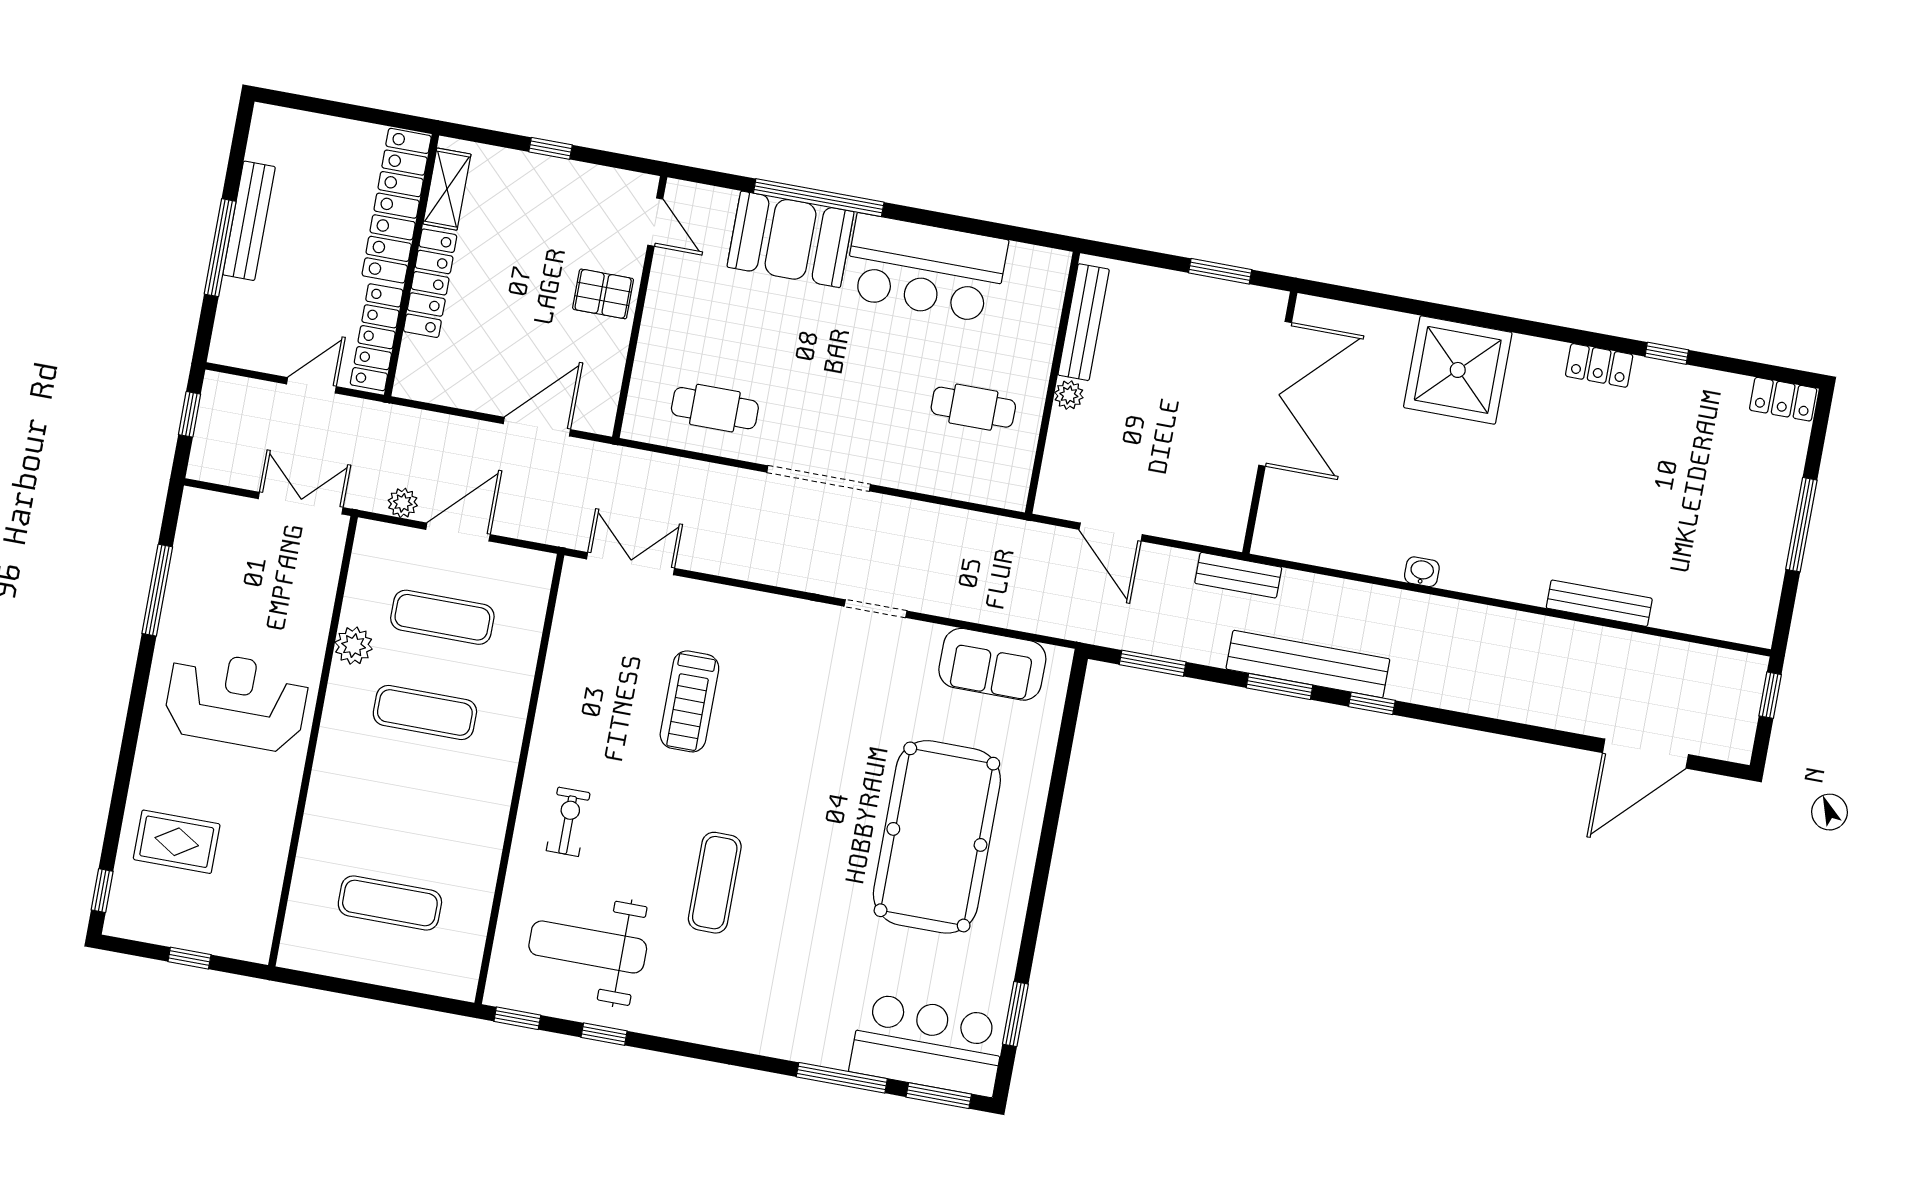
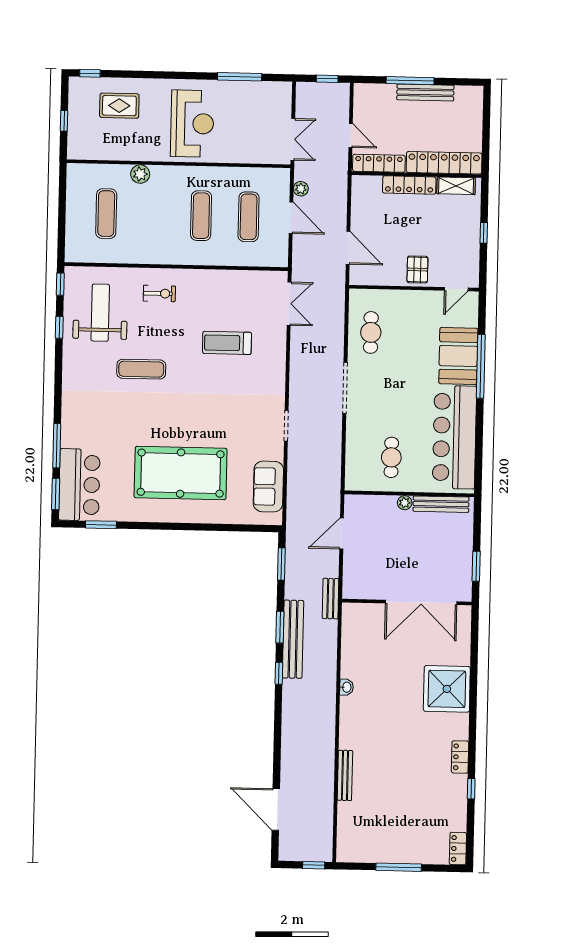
bar counter: (925, 268) -> (454, 437), width x1.36
plant: (354, 646) -> (140, 174), moved
rug: (177, 842) -> (119, 106), turned 90

